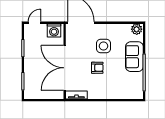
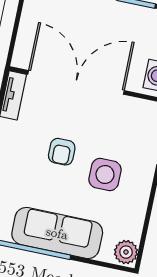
sofa: (134, 57) -> (57, 233), width x1.36

